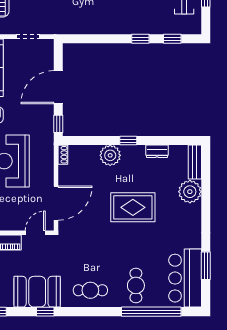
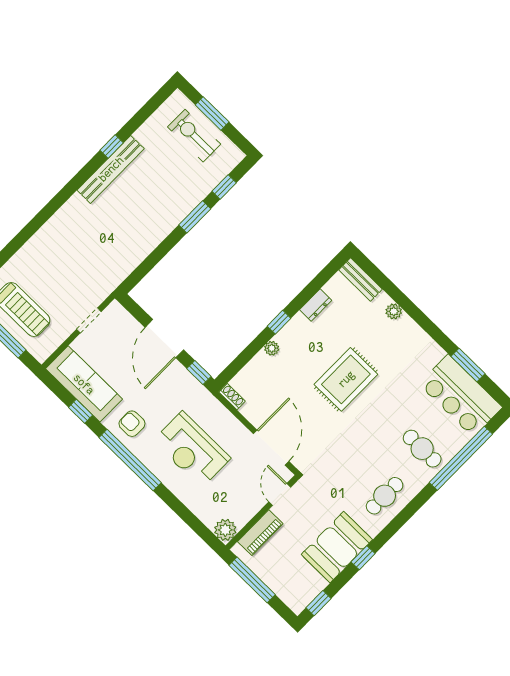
window: (140, 39) -> (195, 217), width x1.50
plant: (110, 155) -> (272, 348), width x0.53, depth x0.53
plant: (190, 192) -> (394, 311), width x0.53, depth x0.53

